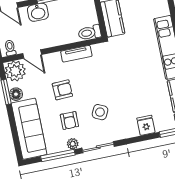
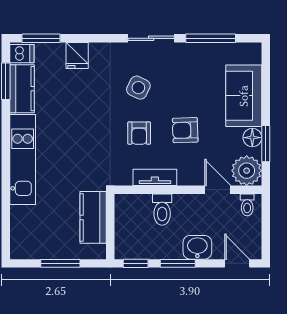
toilet: (90, 33) -> (162, 210), moved, turned 90
armchair: (69, 120) -> (139, 133), moved, turned 180
sofa: (29, 129) -> (244, 96), width x0.73
plant: (73, 144) -> (186, 51), removed

